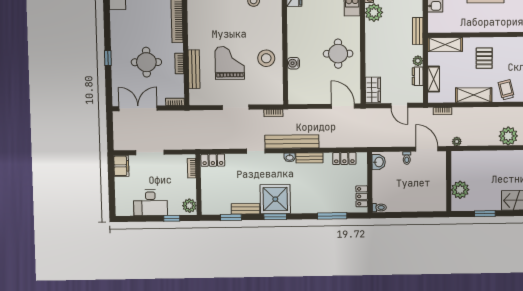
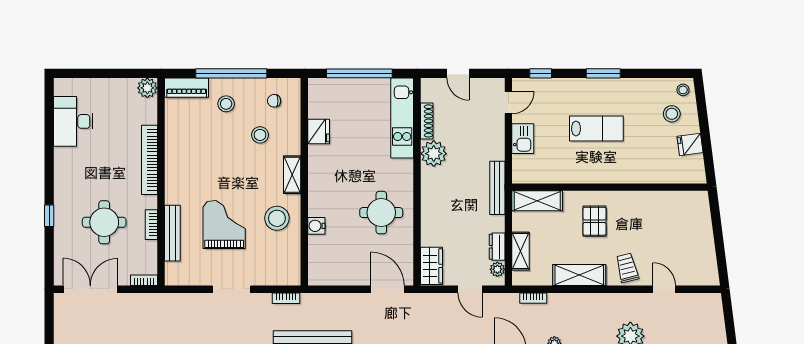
shelving: (276, 28) -> (292, 175), added
bench: (418, 31) -> (497, 188), width x1.36
plant: (418, 61) -> (497, 269), moved

